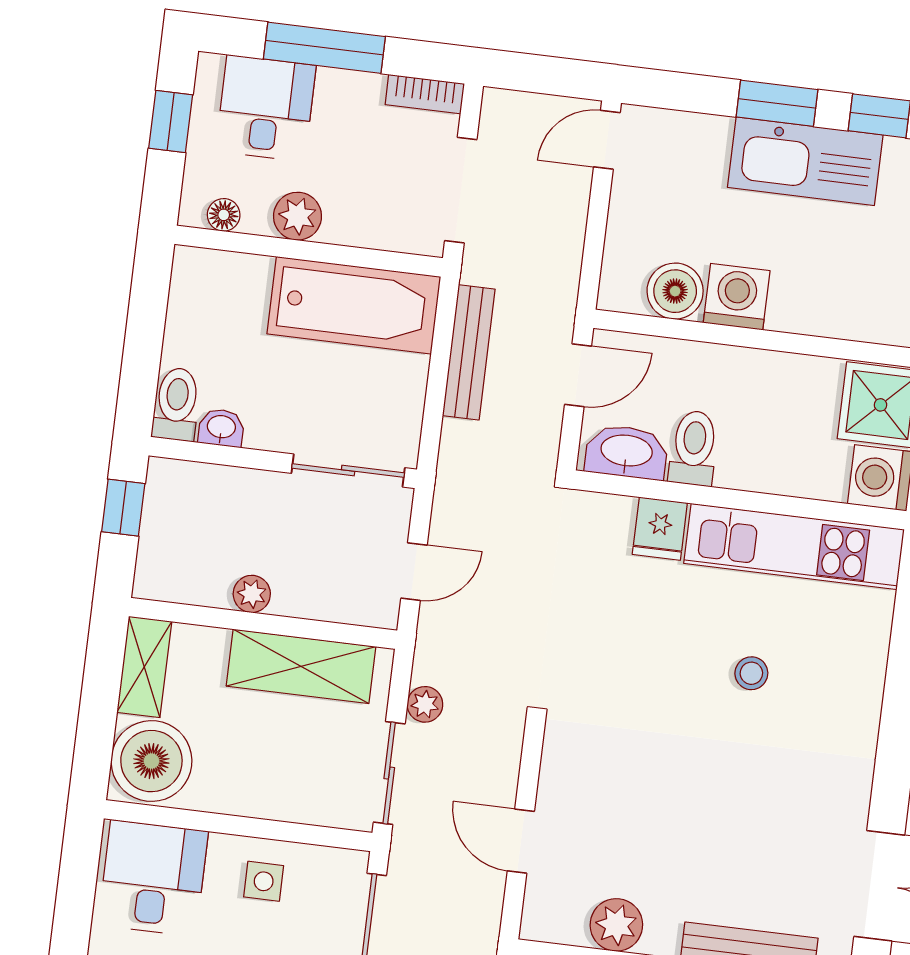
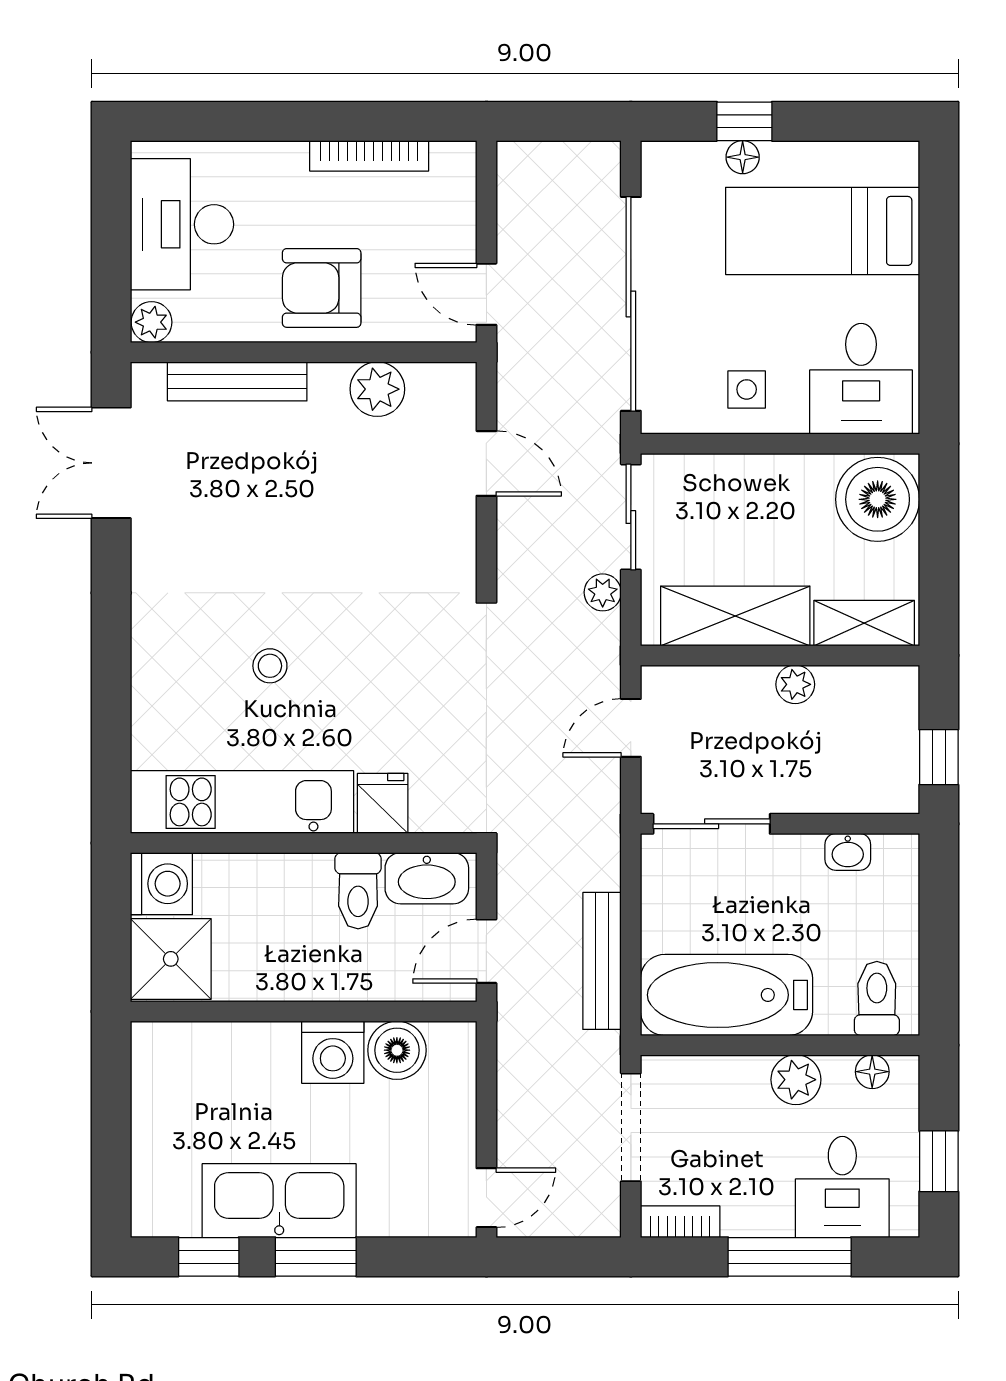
toilet: (176, 404) -> (877, 998), moved, turned 180
shelving: (144, 667) -> (864, 623), moved, turned 90

